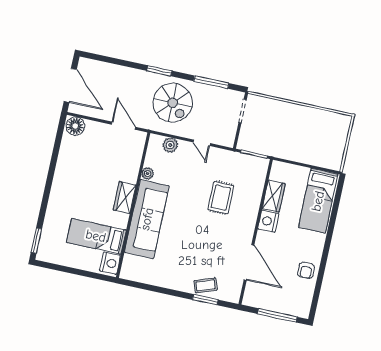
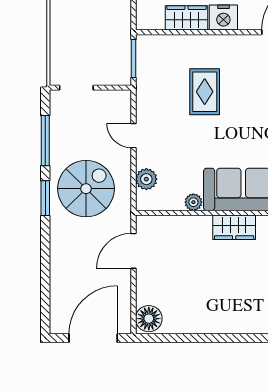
window: (159, 71) -> (45, 198), moved
door: (202, 143) -> (133, 136), swing flipped
rug: (221, 198) -> (205, 92), turned 90

